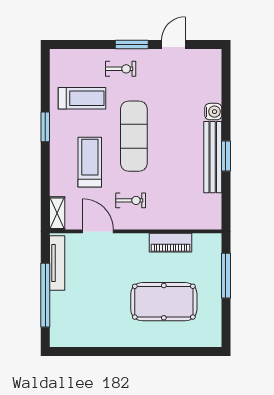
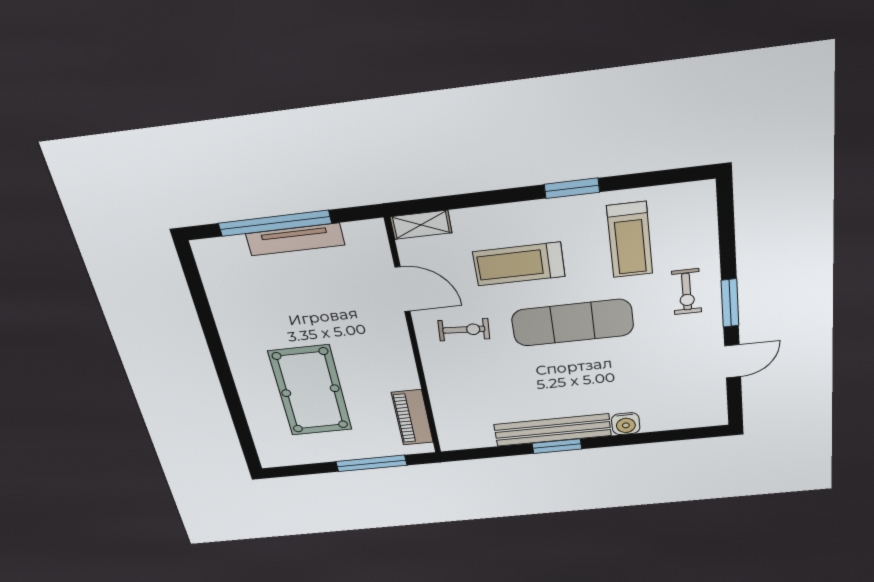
door: (174, 45) -> (733, 361), hinge flipped
treadmill: (90, 162) -> (519, 264), turned 180
exercise bike: (131, 200) -> (464, 330), turned -86
door: (98, 231) -> (403, 289), hinge flipped
piano: (170, 243) -> (412, 417), moved
tv unit: (57, 263) -> (295, 239), moved

